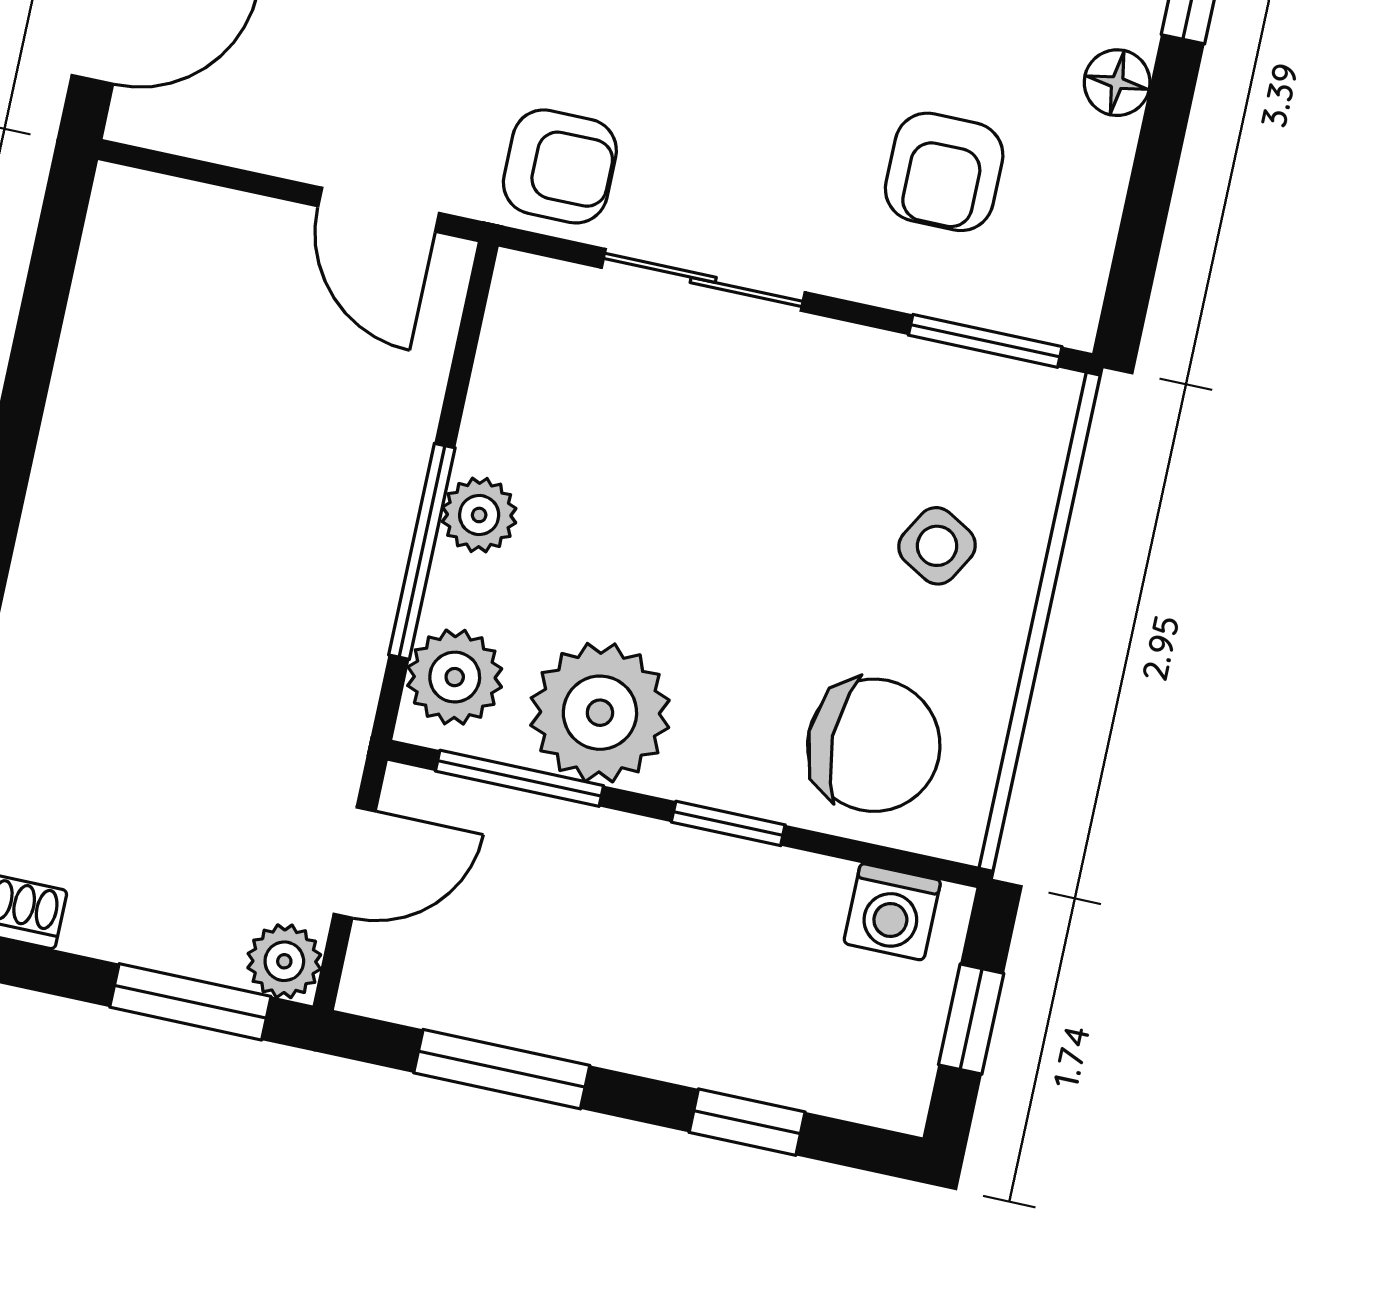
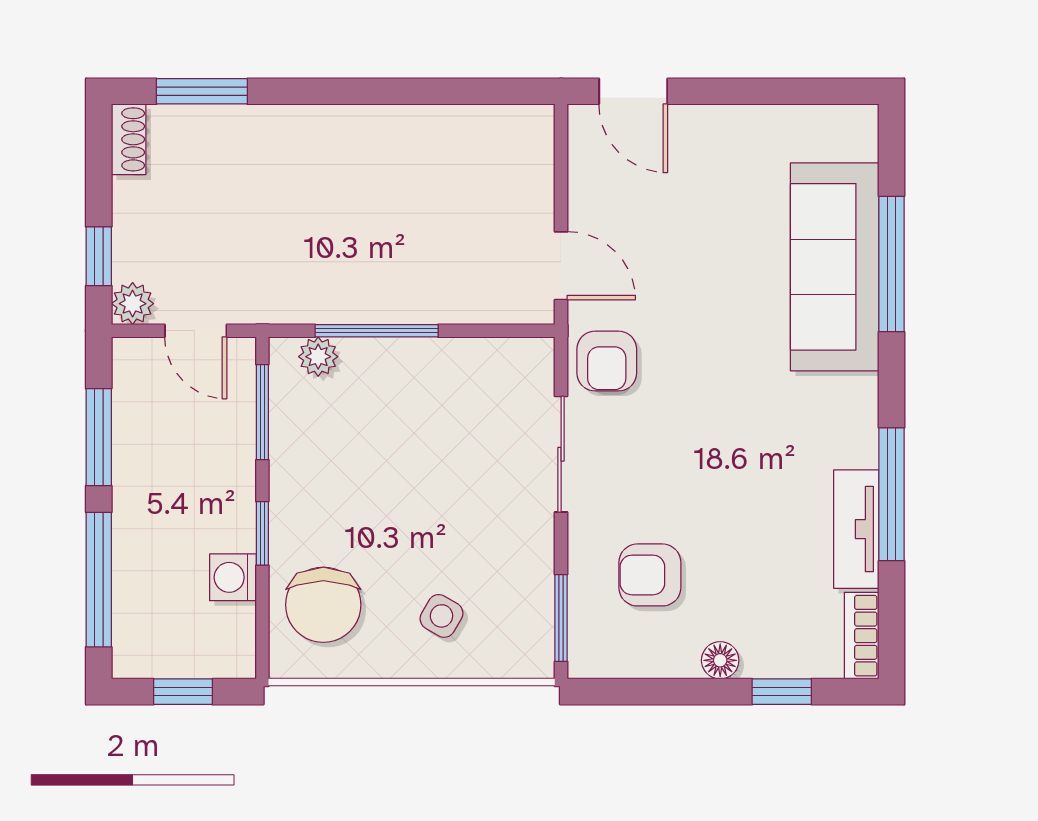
door: (379, 210) -> (561, 266), swing flipped
plant: (479, 515) -> (404, 358), removed
plant: (455, 677) -> (318, 357), width x0.73, depth x0.73
plant: (600, 713) -> (308, 449), removed
washing machine: (892, 912) -> (233, 577), moved
window: (190, 1002) -> (99, 256), width x0.67
window: (747, 1122) -> (99, 580), width x2.17

